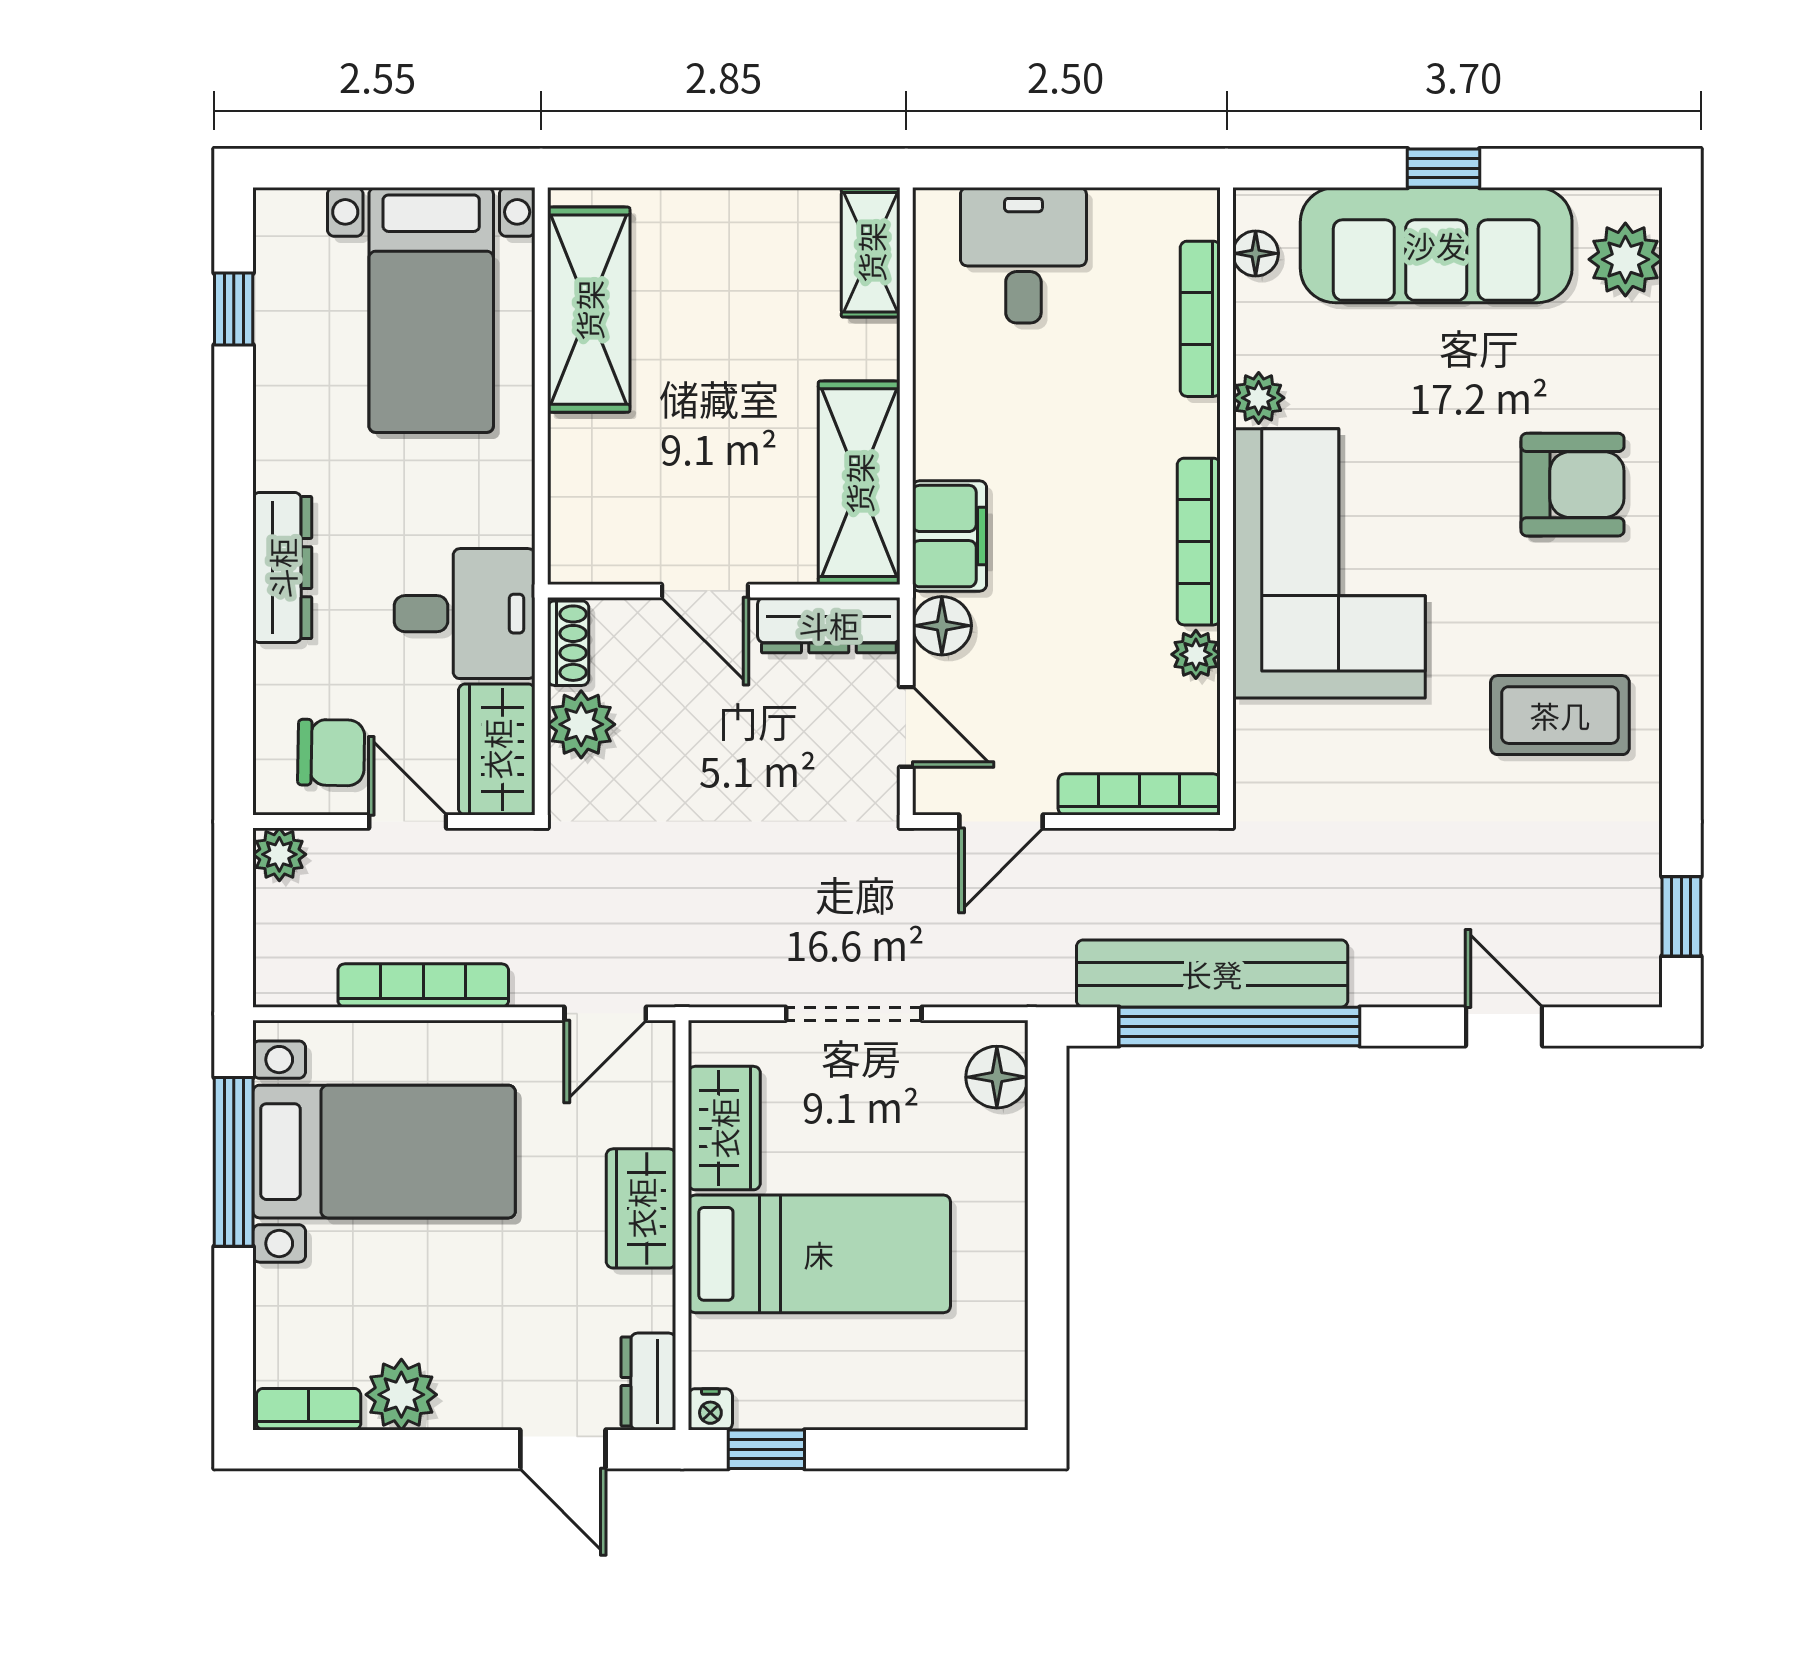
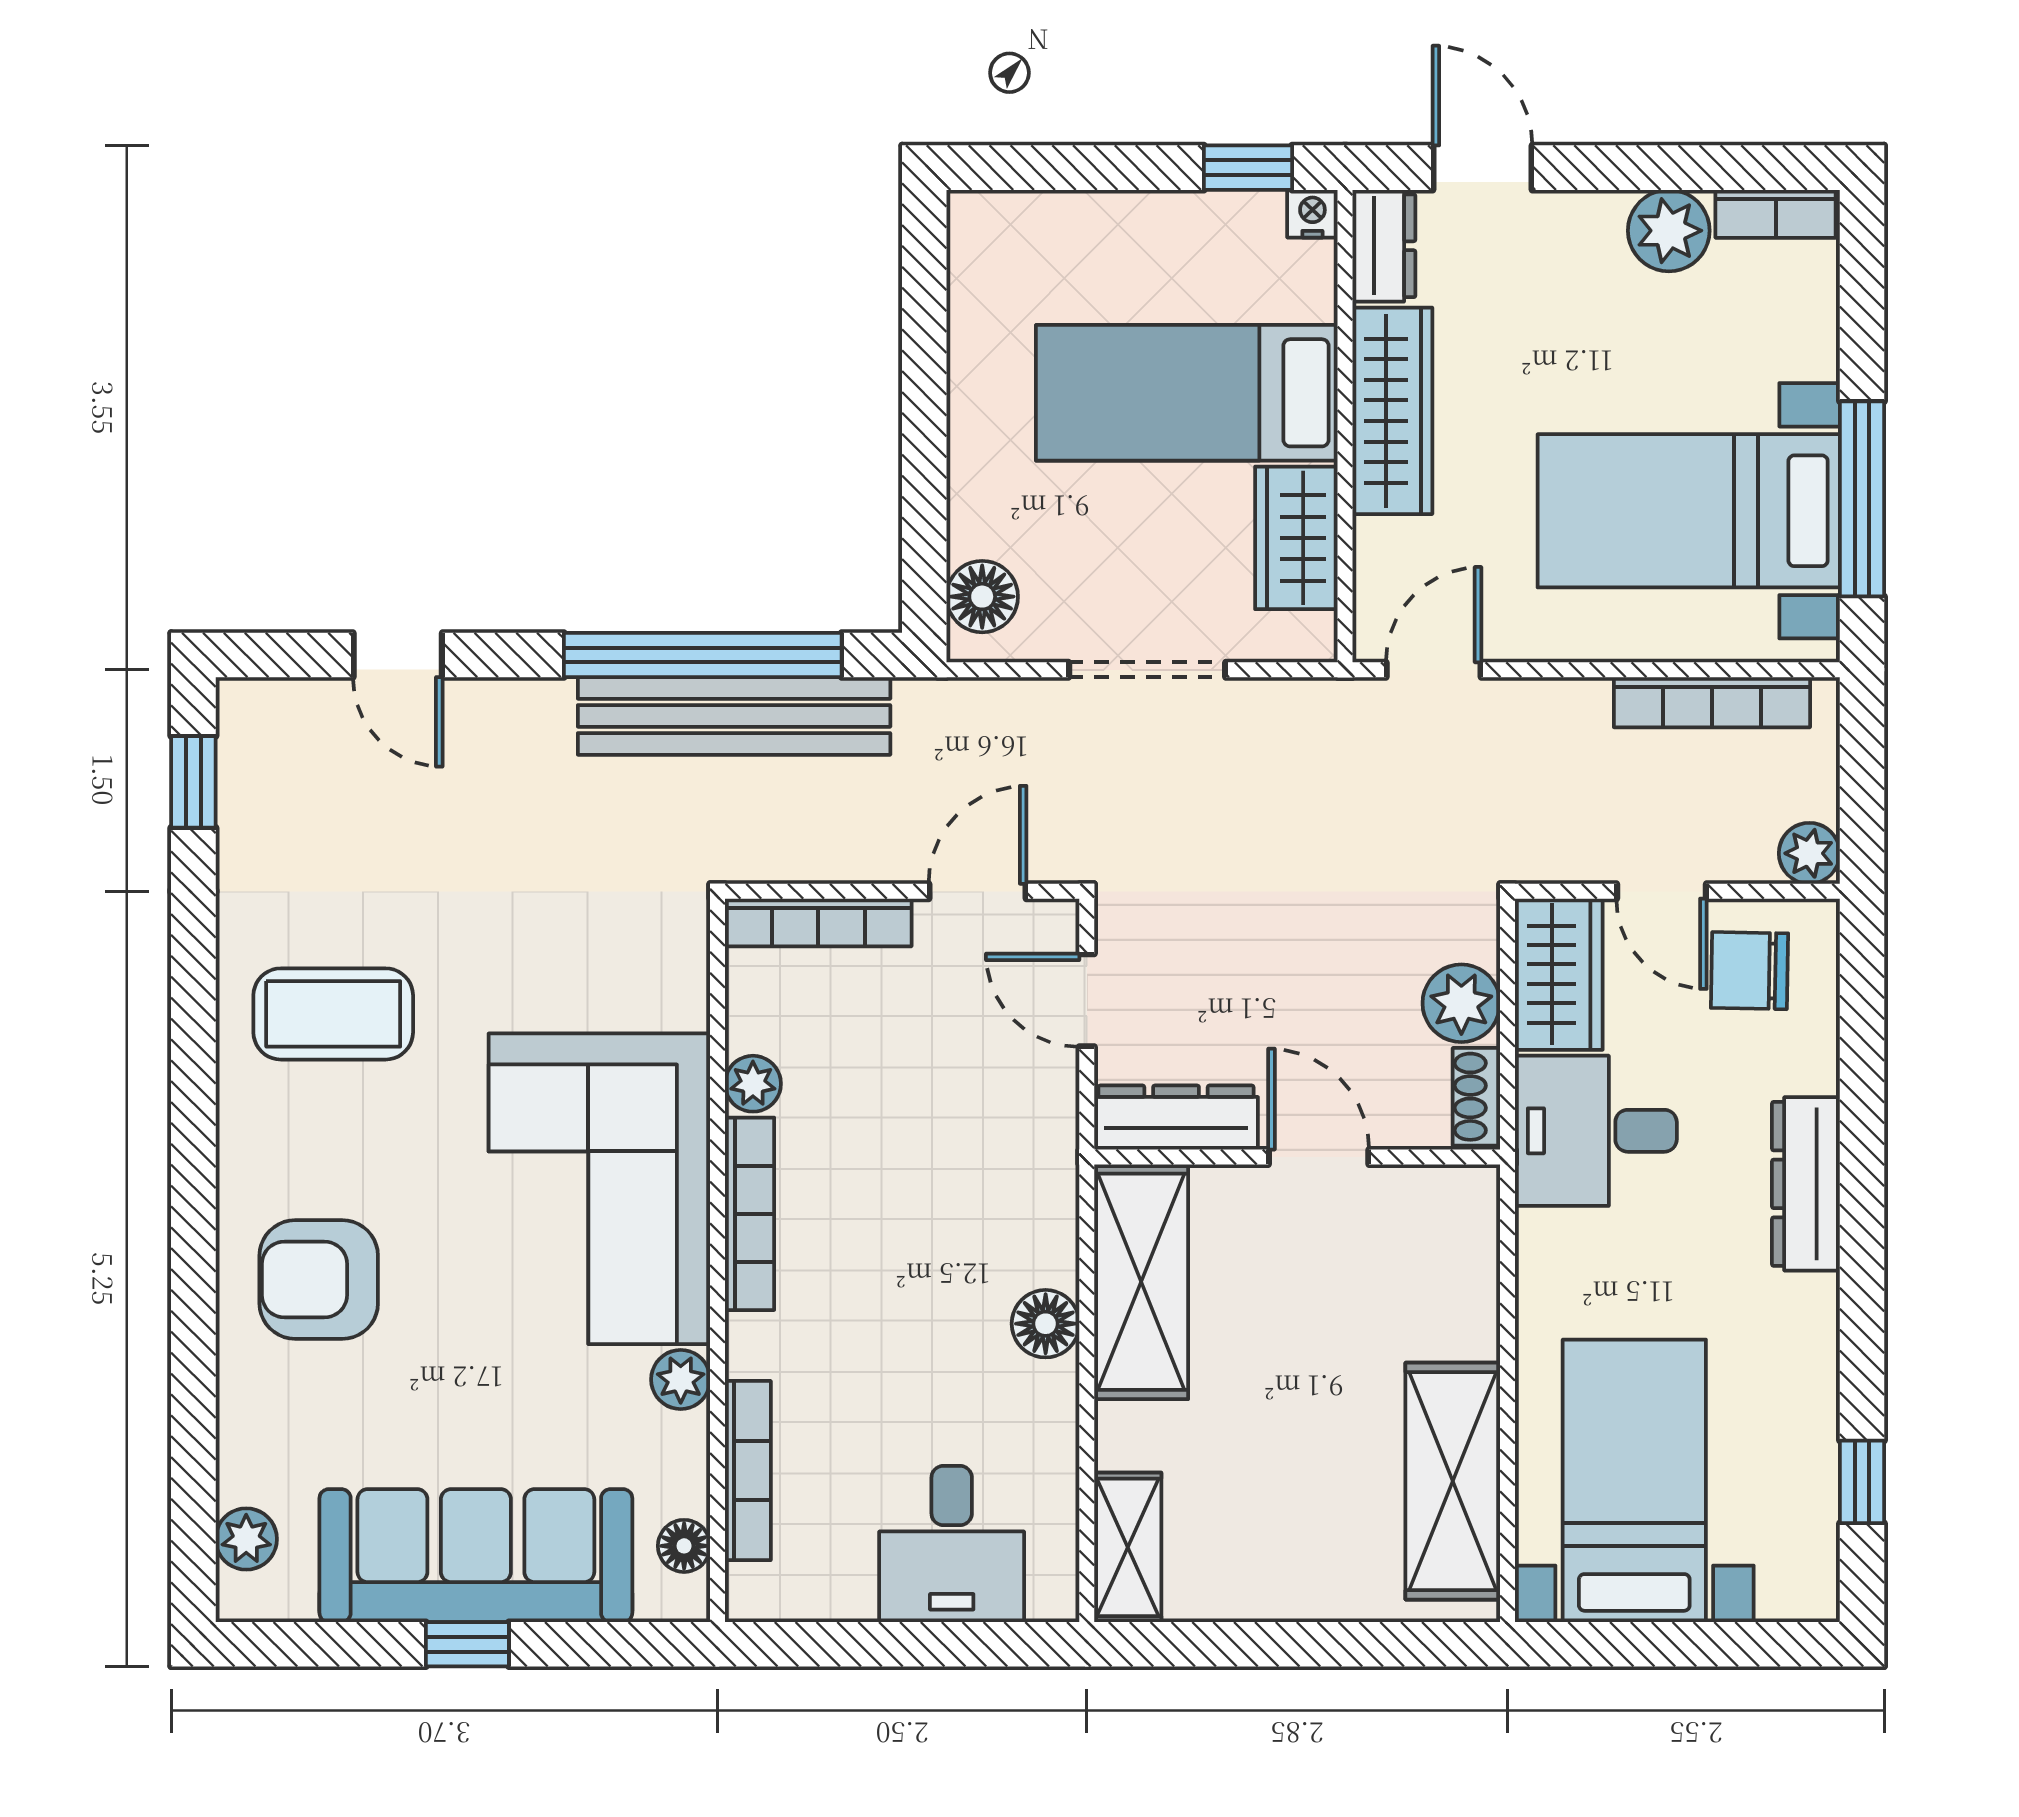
plant: (1625, 259) -> (246, 1539), width x0.73, depth x0.73
filing cabinet: (950, 536) -> (1037, 1220), removed
floor lamp: (942, 626) -> (1046, 1324), moved
bookcase: (423, 985) -> (1712, 702), moved
wardrobe: (641, 1208) -> (1392, 411), width x1.50

